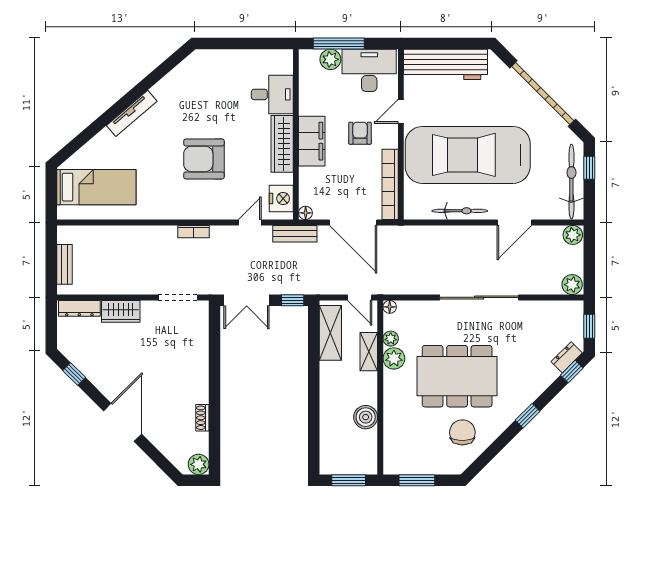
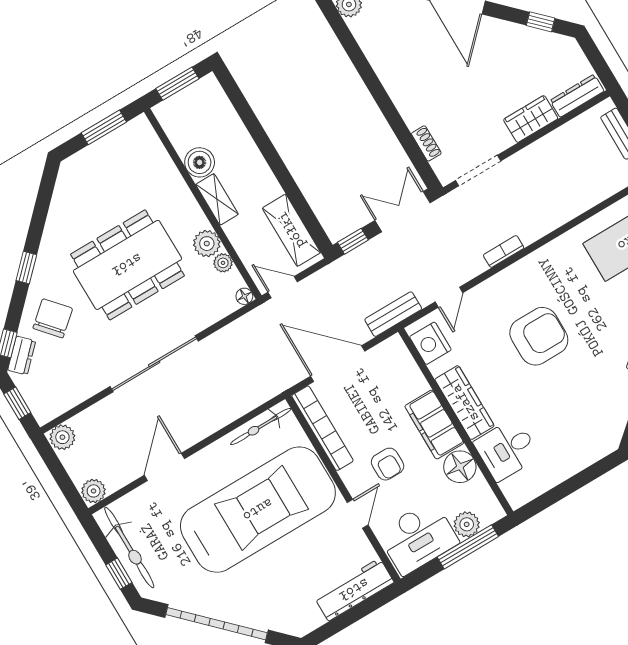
workbench: (446, 64) -> (354, 590), width x0.73, depth x0.76
bicycle: (460, 211) -> (261, 426), moved
floor lamp: (306, 213) -> (460, 467), moved, width x1.89, depth x1.89
shelving: (369, 352) -> (217, 199), moved
shoe rack: (202, 418) -> (426, 143), moved
chair: (462, 432) -> (53, 318), moved, turned -131

